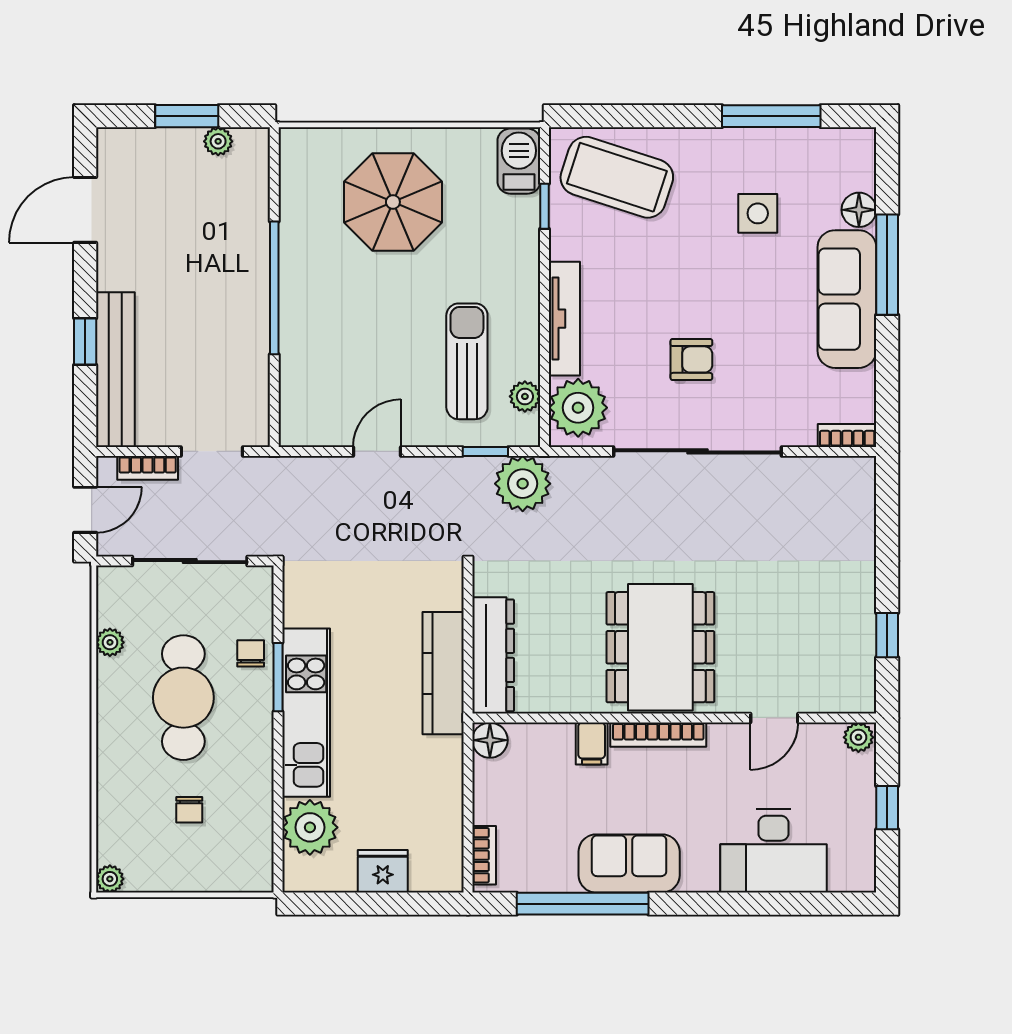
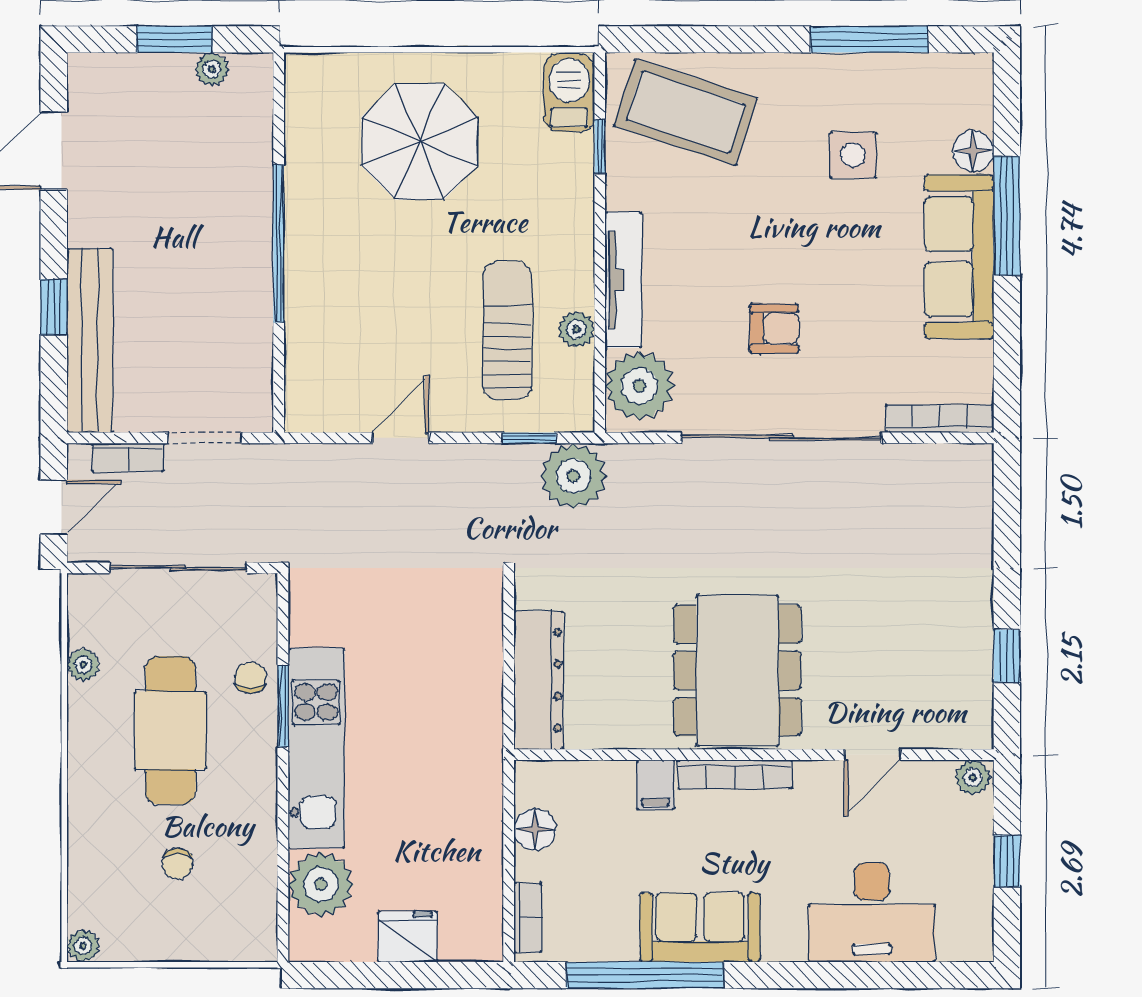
plant: (525, 396) -> (576, 329), moved
bookcase: (847, 435) -> (940, 419), width x1.56
kitchen counter: (443, 673) -> (479, 701), removed
floor lamp: (490, 740) -> (535, 829), moved

